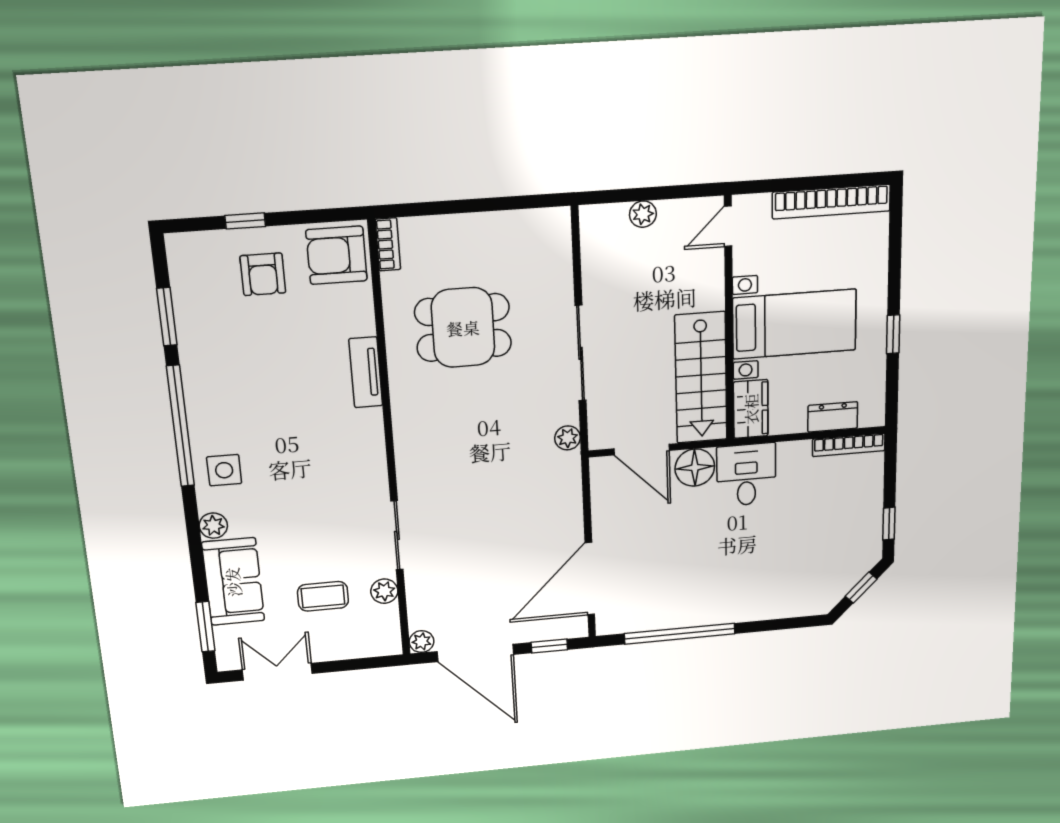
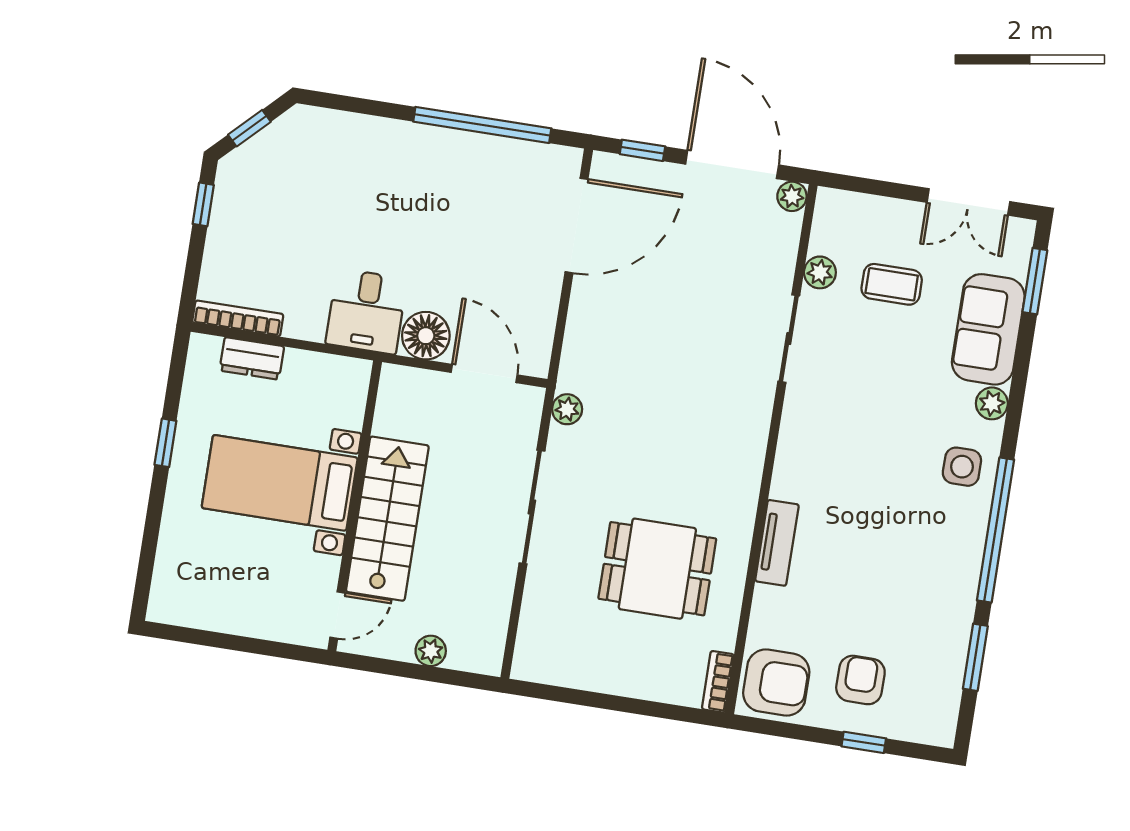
bookcase: (831, 202) -> (215, 616), removed
stairs: (701, 378) -> (387, 519), moved
wardrobe: (751, 409) -> (347, 392), removed

